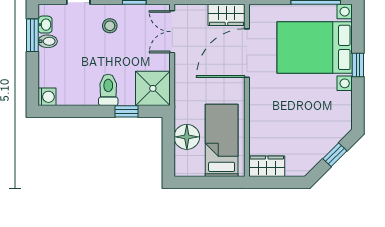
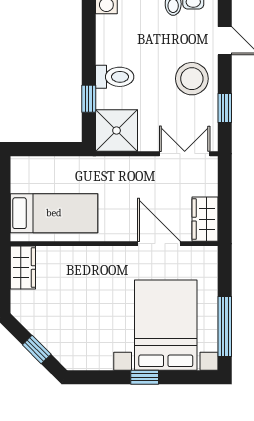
stool: (110, 26) -> (192, 79), width x1.89, depth x1.89
door: (247, 53) -> (159, 244), width x0.73
floor lamp: (187, 137) -> (58, 171), removed

